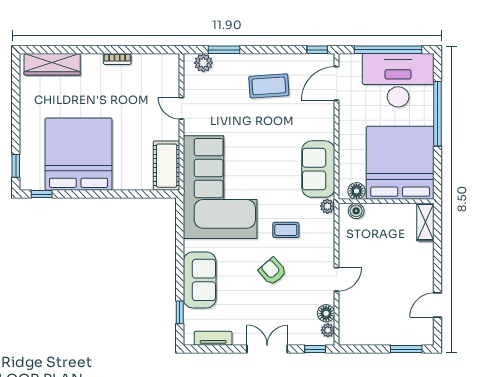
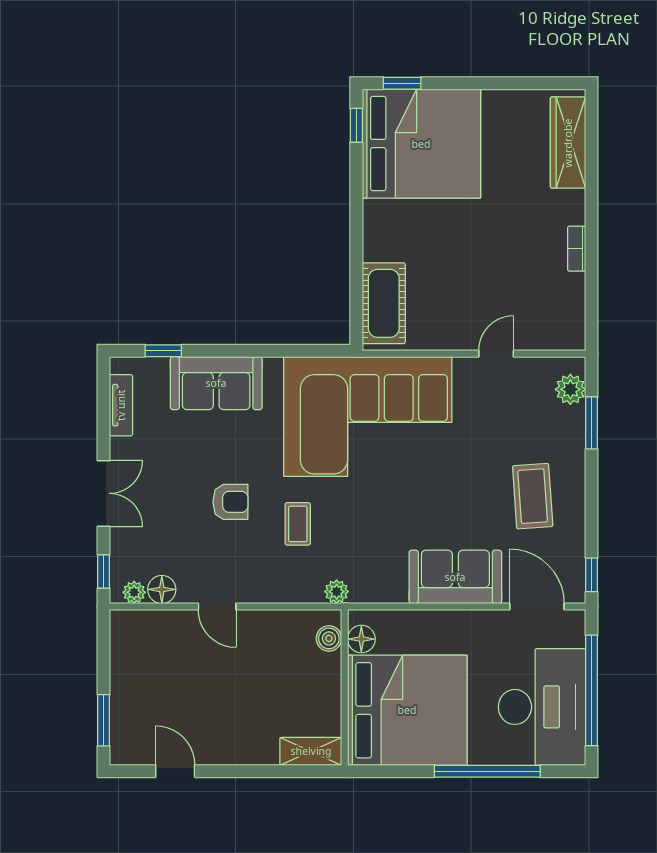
bed: (79, 154) -> (421, 144), moved
cot: (167, 166) -> (384, 303), moved, turned 90
sofa: (318, 169) -> (455, 577), moved
armchair: (272, 271) -> (230, 502), turned 41

